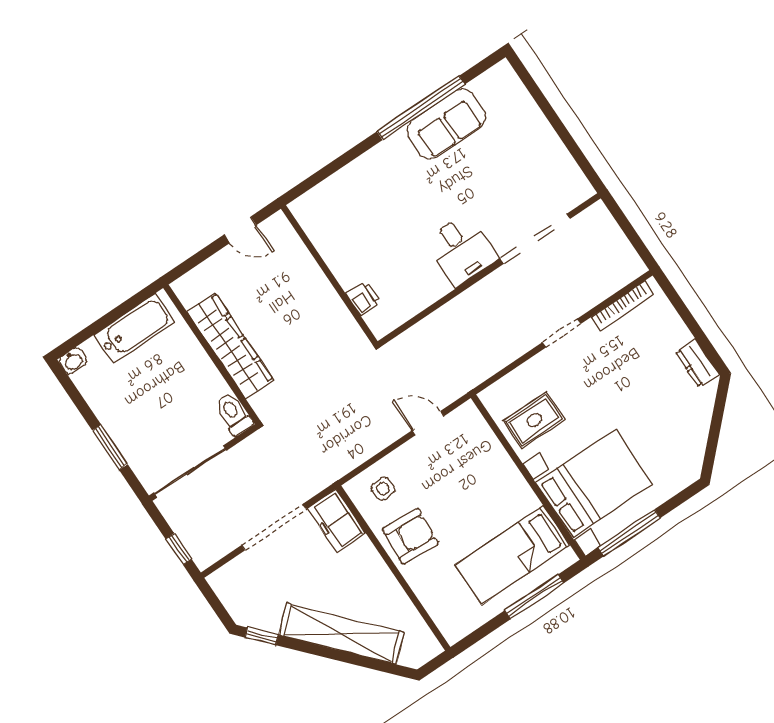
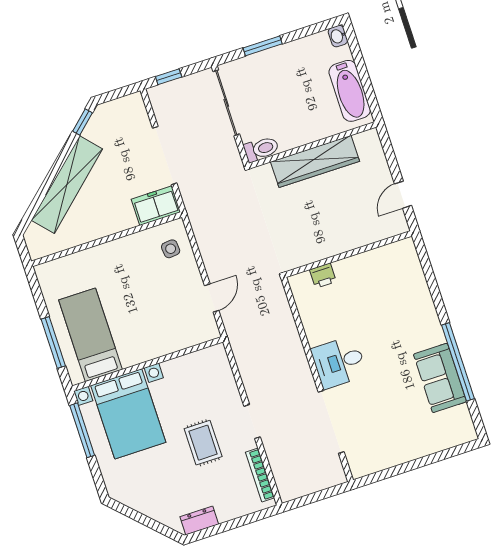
rug: (534, 420) -> (203, 443), moved
armchair: (410, 536) -> (128, 260), removed

